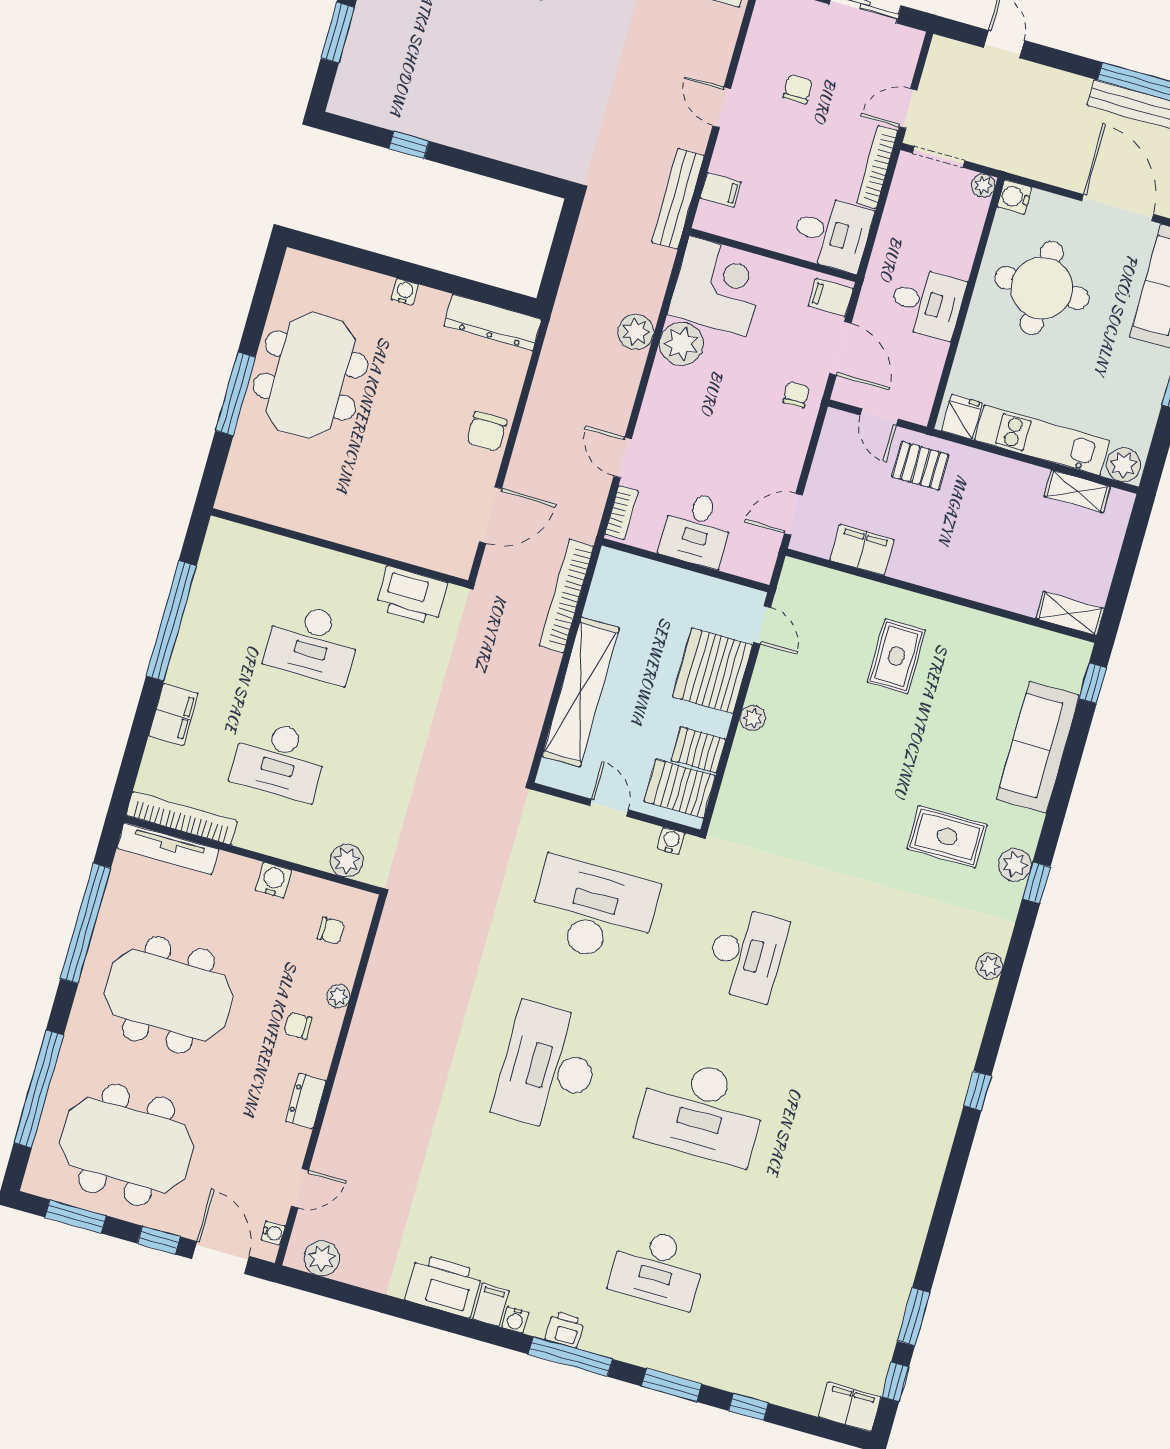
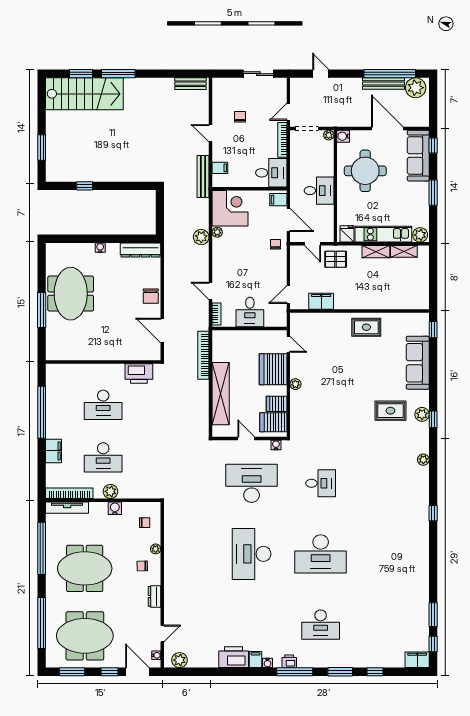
plant: (681, 344) -> (217, 232), width x0.53, depth x0.53
door: (490, 515) -> (162, 331), swing flipped
shelving: (1070, 613) -> (376, 252), moved
rug: (896, 656) -> (366, 327), moved, turned 90
plant: (347, 861) -> (110, 491), moved
desk: (746, 954) -> (321, 483), width x0.73

